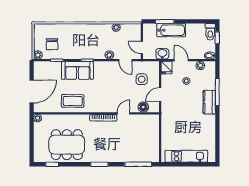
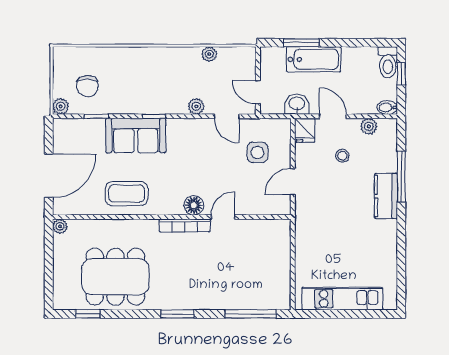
floor lamp: (143, 107) -> (194, 205), moved

